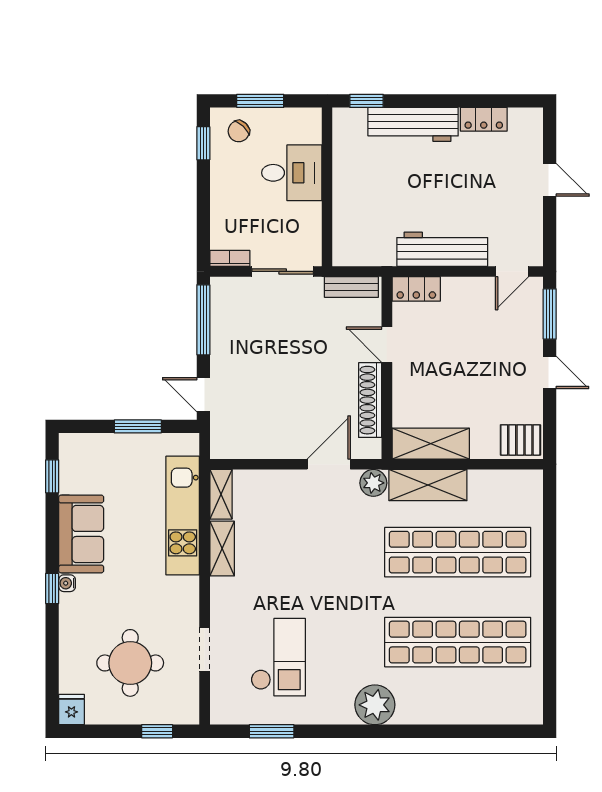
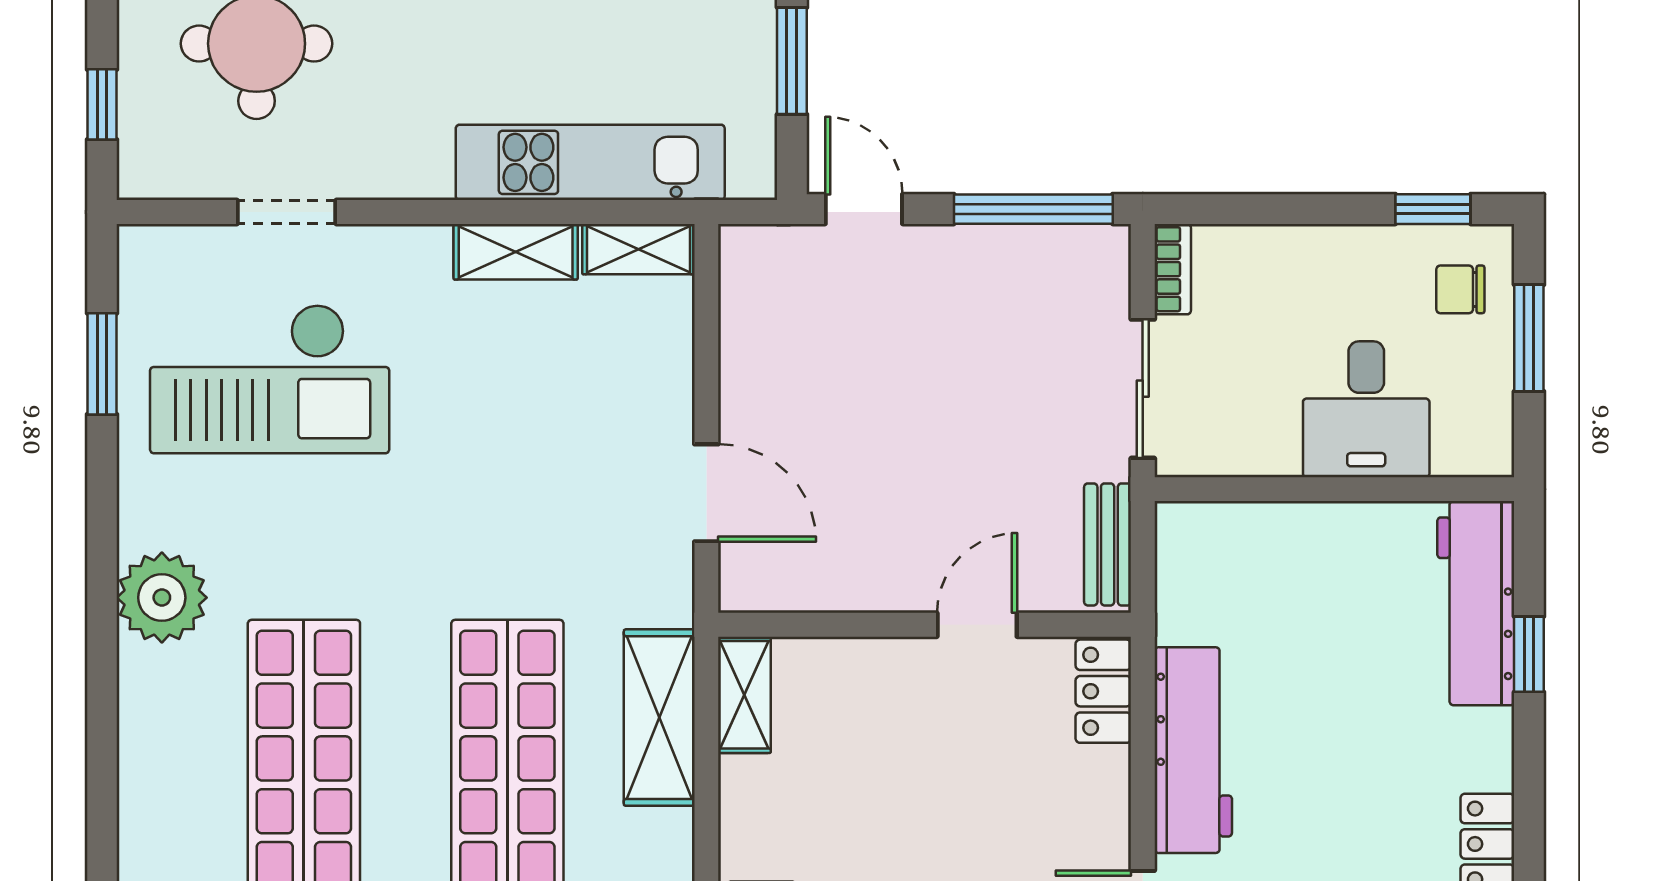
window: (367, 101) -> (1529, 654), moved
workbench: (413, 124) -> (1476, 603), moved
chair: (239, 131) -> (1460, 289), turned -44
door: (203, 395) -> (864, 209), hinge flipped
shoe rack: (370, 400) -> (852, 587), removed
shelving: (431, 444) -> (744, 695), width x0.67, depth x0.75
plant: (373, 483) -> (664, 594), removed
checkout: (278, 657) -> (270, 379), width x1.36, depth x1.21

